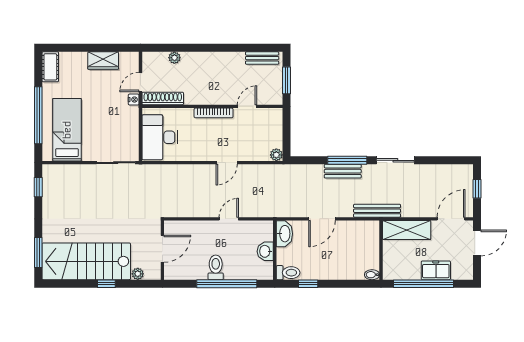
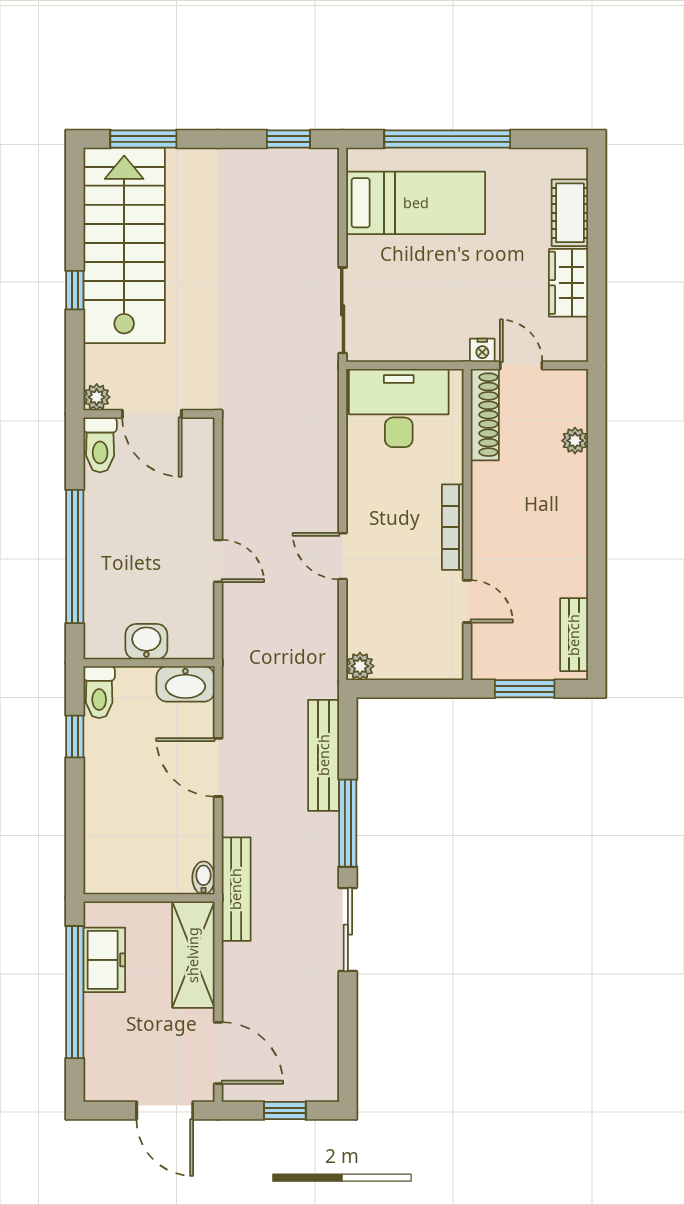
cot: (50, 67) -> (570, 213), moved, turned 90
bench: (343, 171) -> (324, 755), moved, width x1.36
toilet: (216, 267) -> (100, 445), moved, turned 90
freezer: (436, 270) -> (104, 960), moved
plant: (138, 274) -> (97, 397), moved
bidet: (372, 275) -> (204, 878), moved

